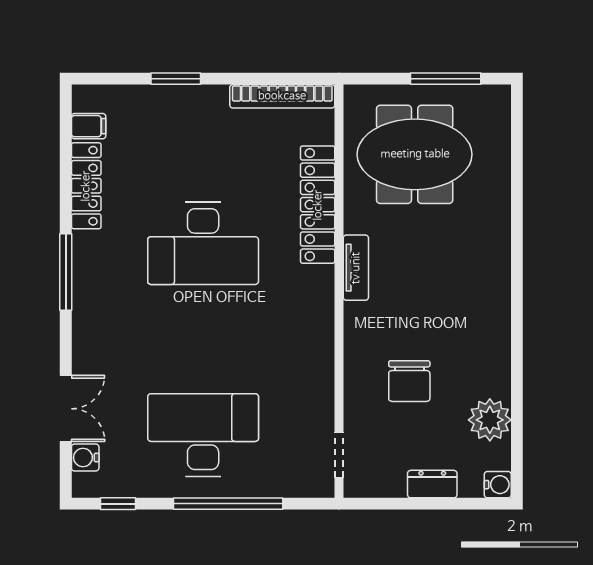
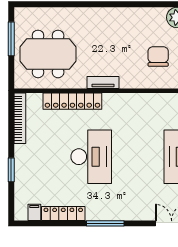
meeting table: (415, 154) -> (48, 54), turned 90
chair: (409, 381) -> (158, 57), turned -90

